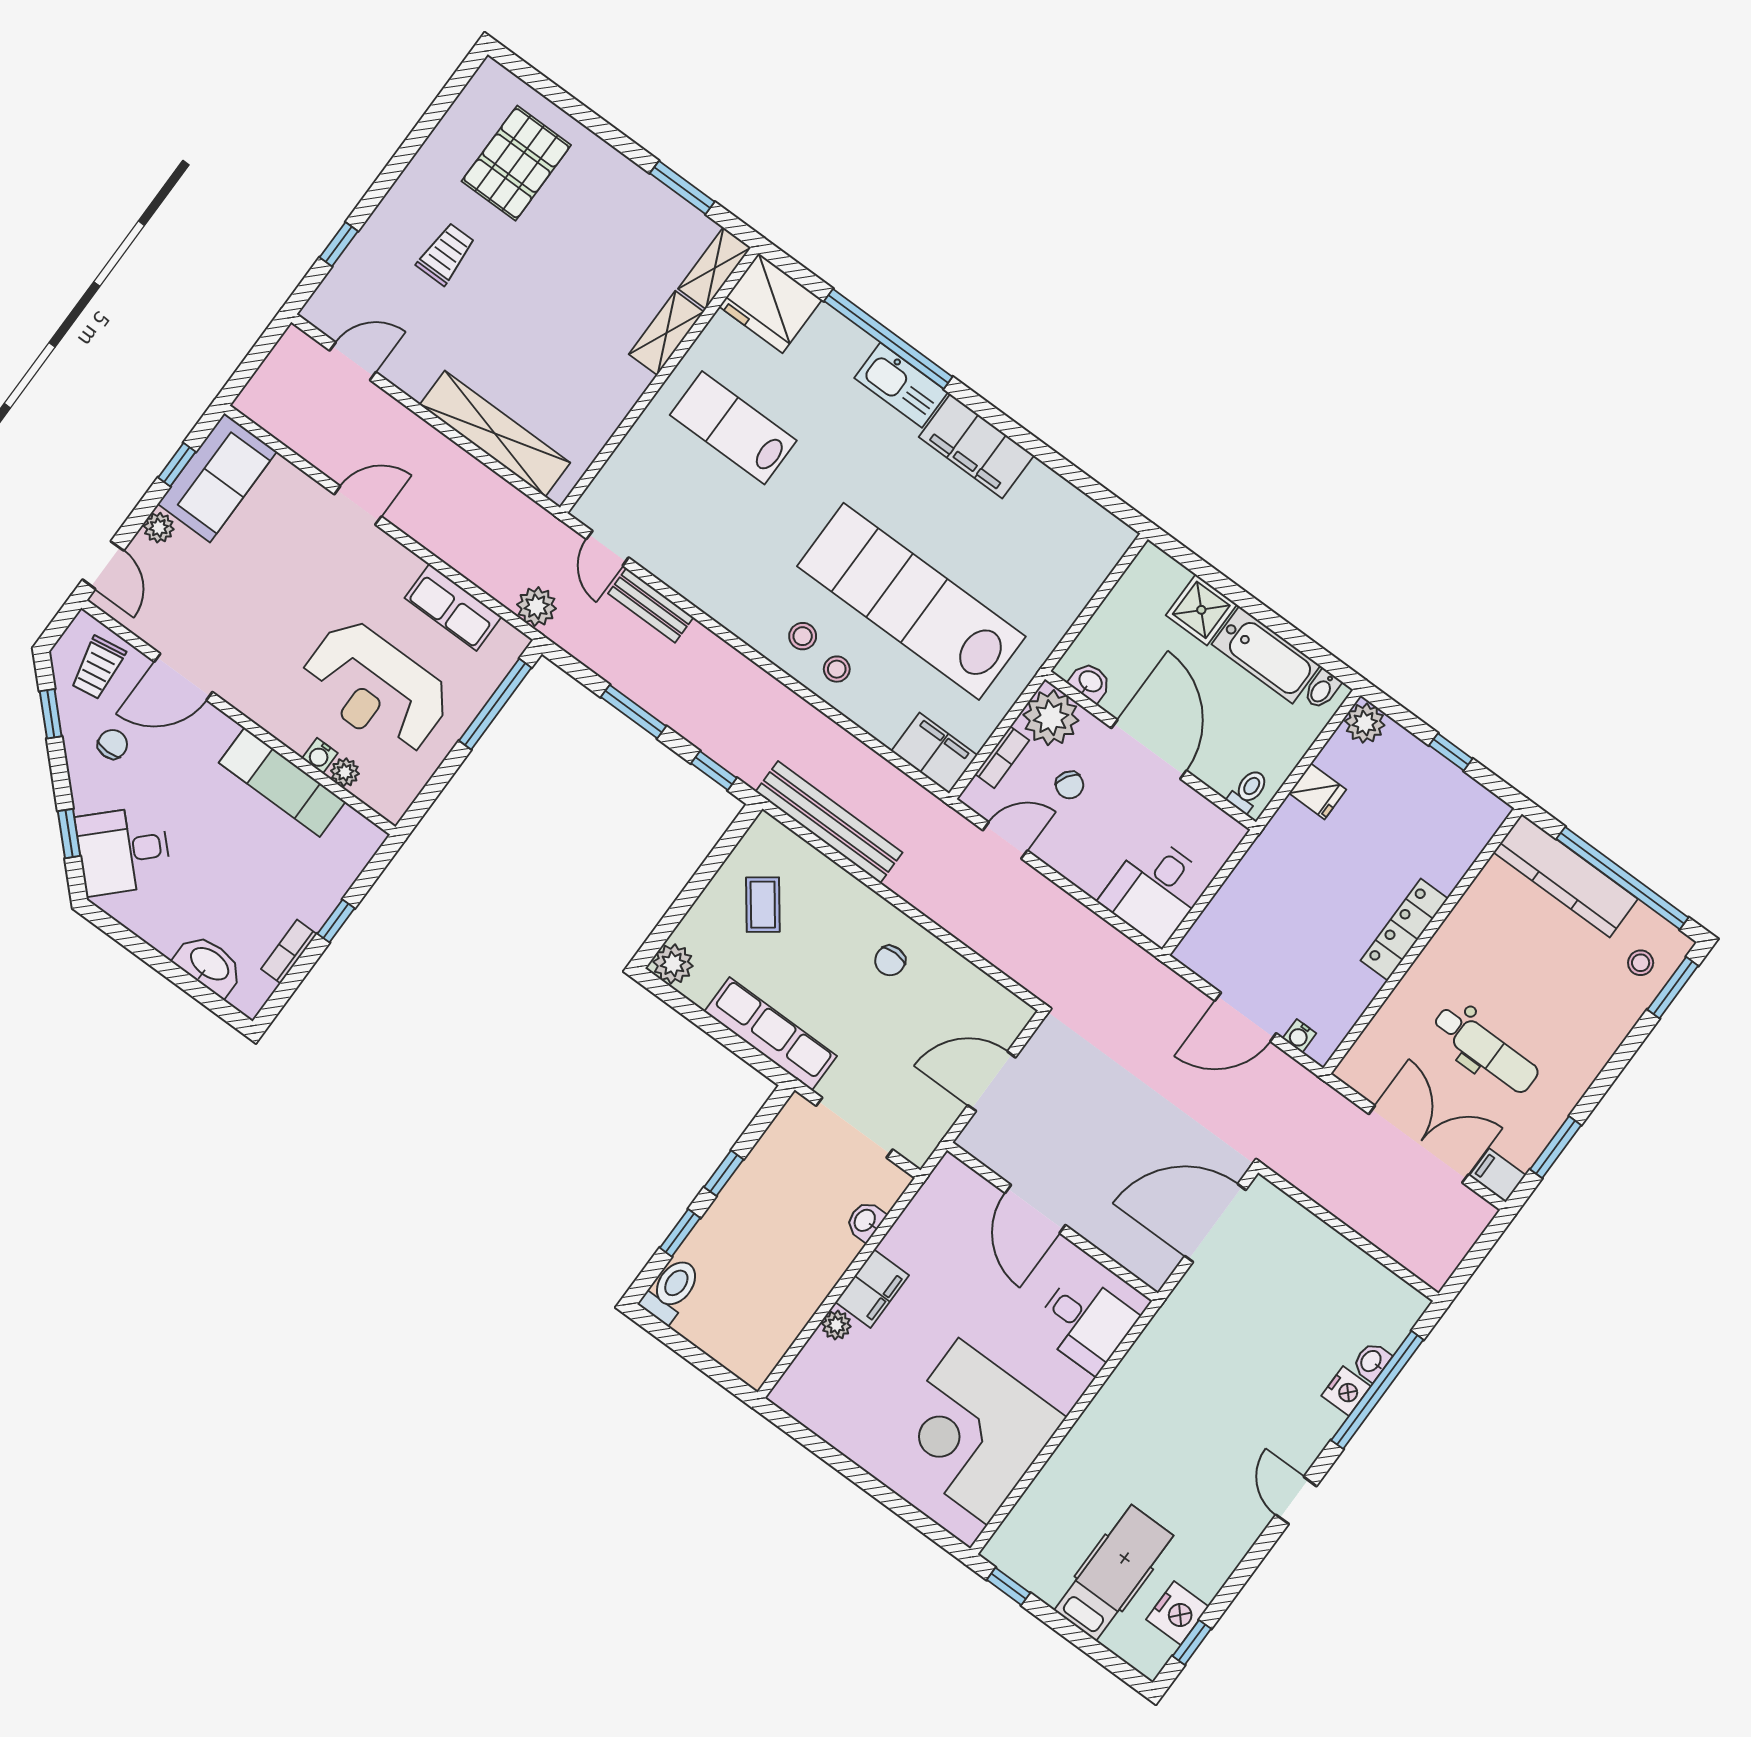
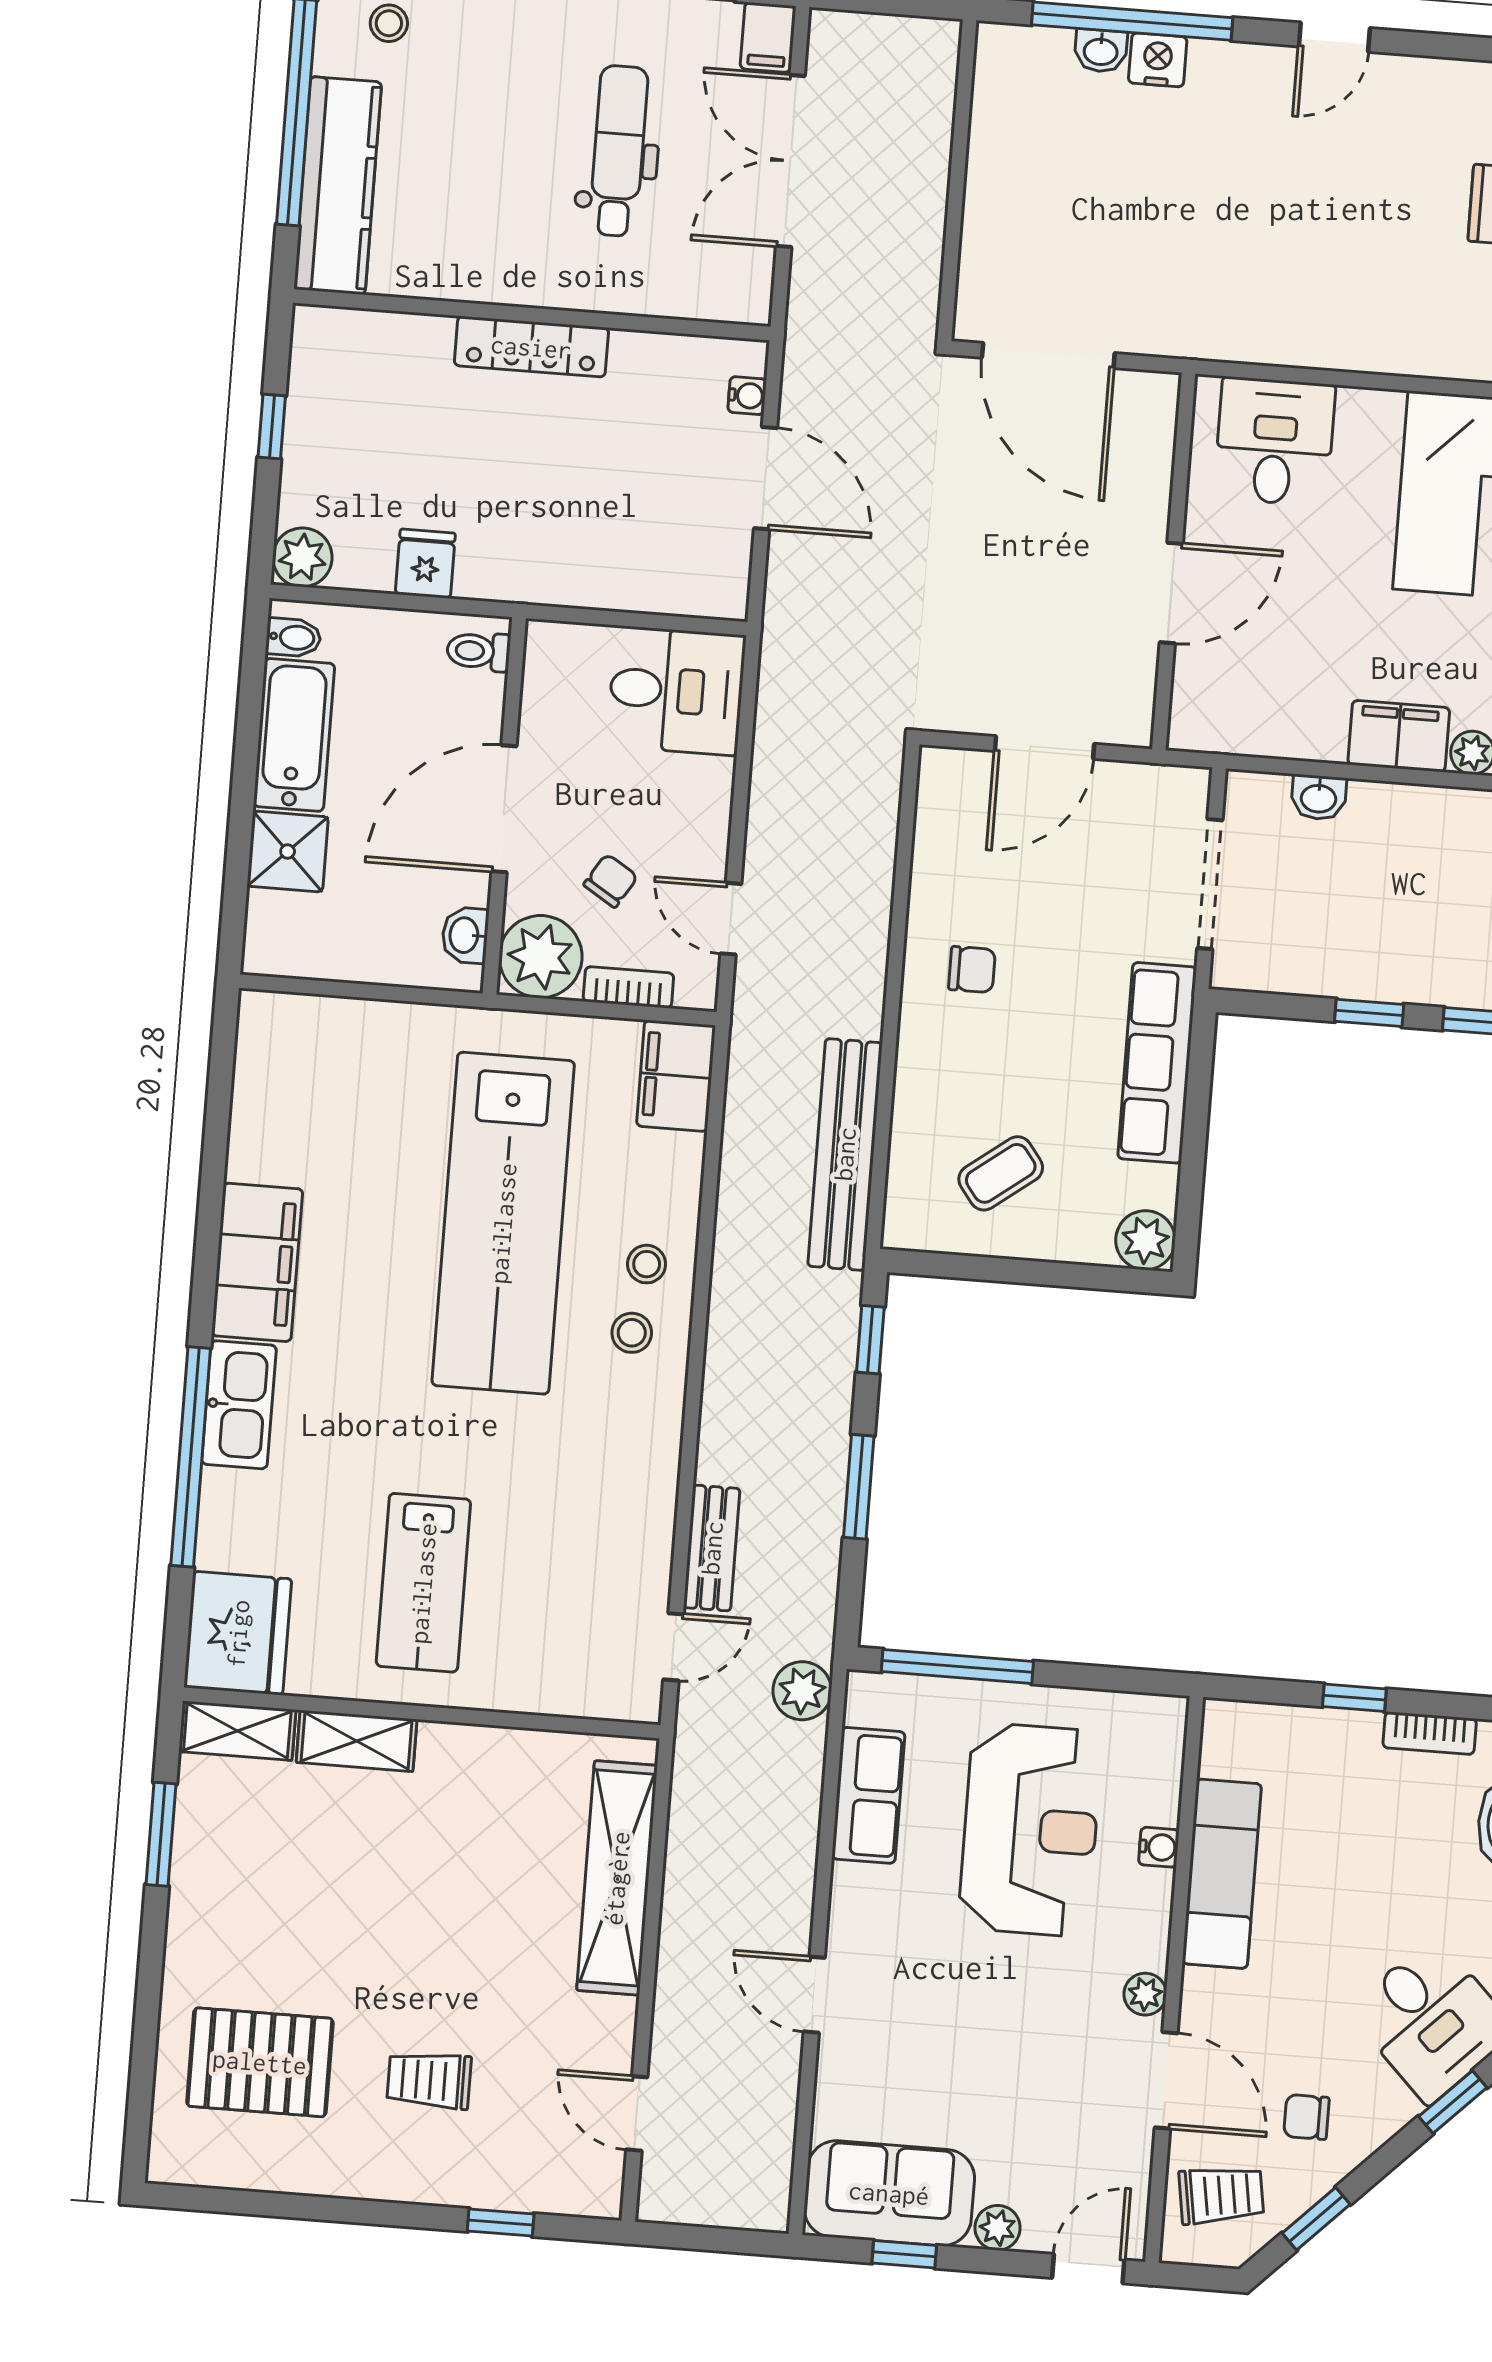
plant: (345, 772) -> (1145, 1994), moved
door: (992, 1081) -> (1045, 747), hinge flipped

